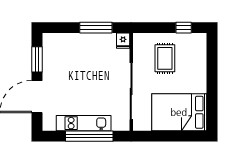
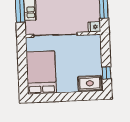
rug: (165, 58) -> (90, 83), moved

